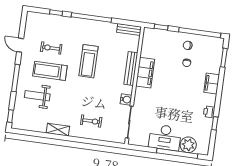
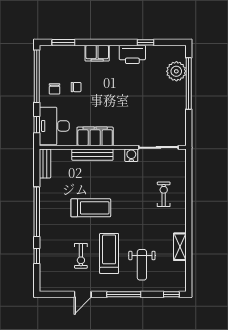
treadmill: (50, 71) -> (109, 253), turned 180
printer: (209, 112) -> (132, 54), width x1.87, depth x1.48
shelving: (58, 130) -> (180, 247), moved
desk: (165, 137) -> (54, 126), moved, turned 180

